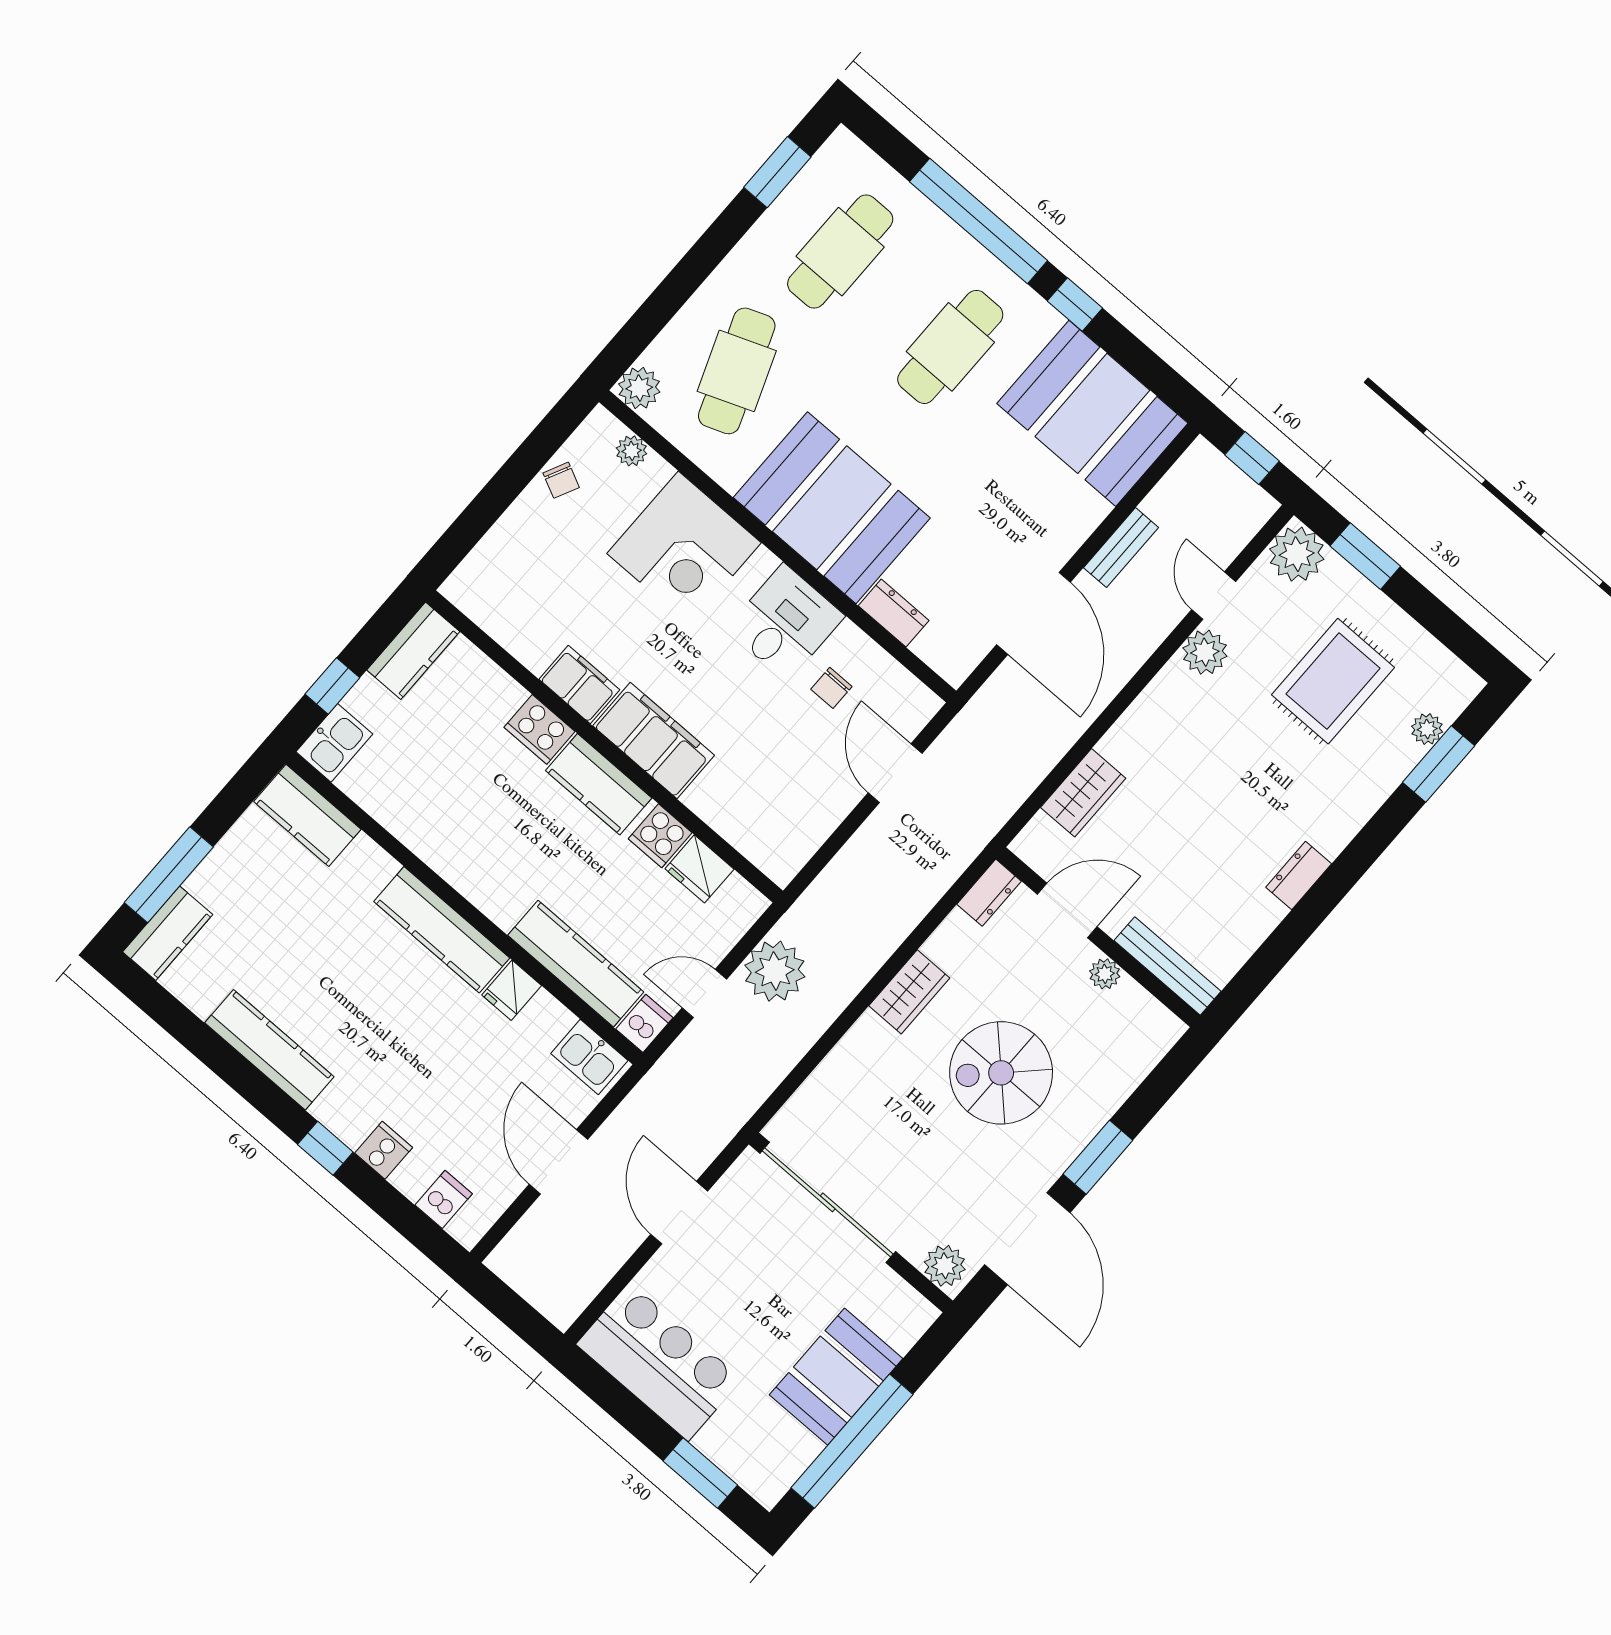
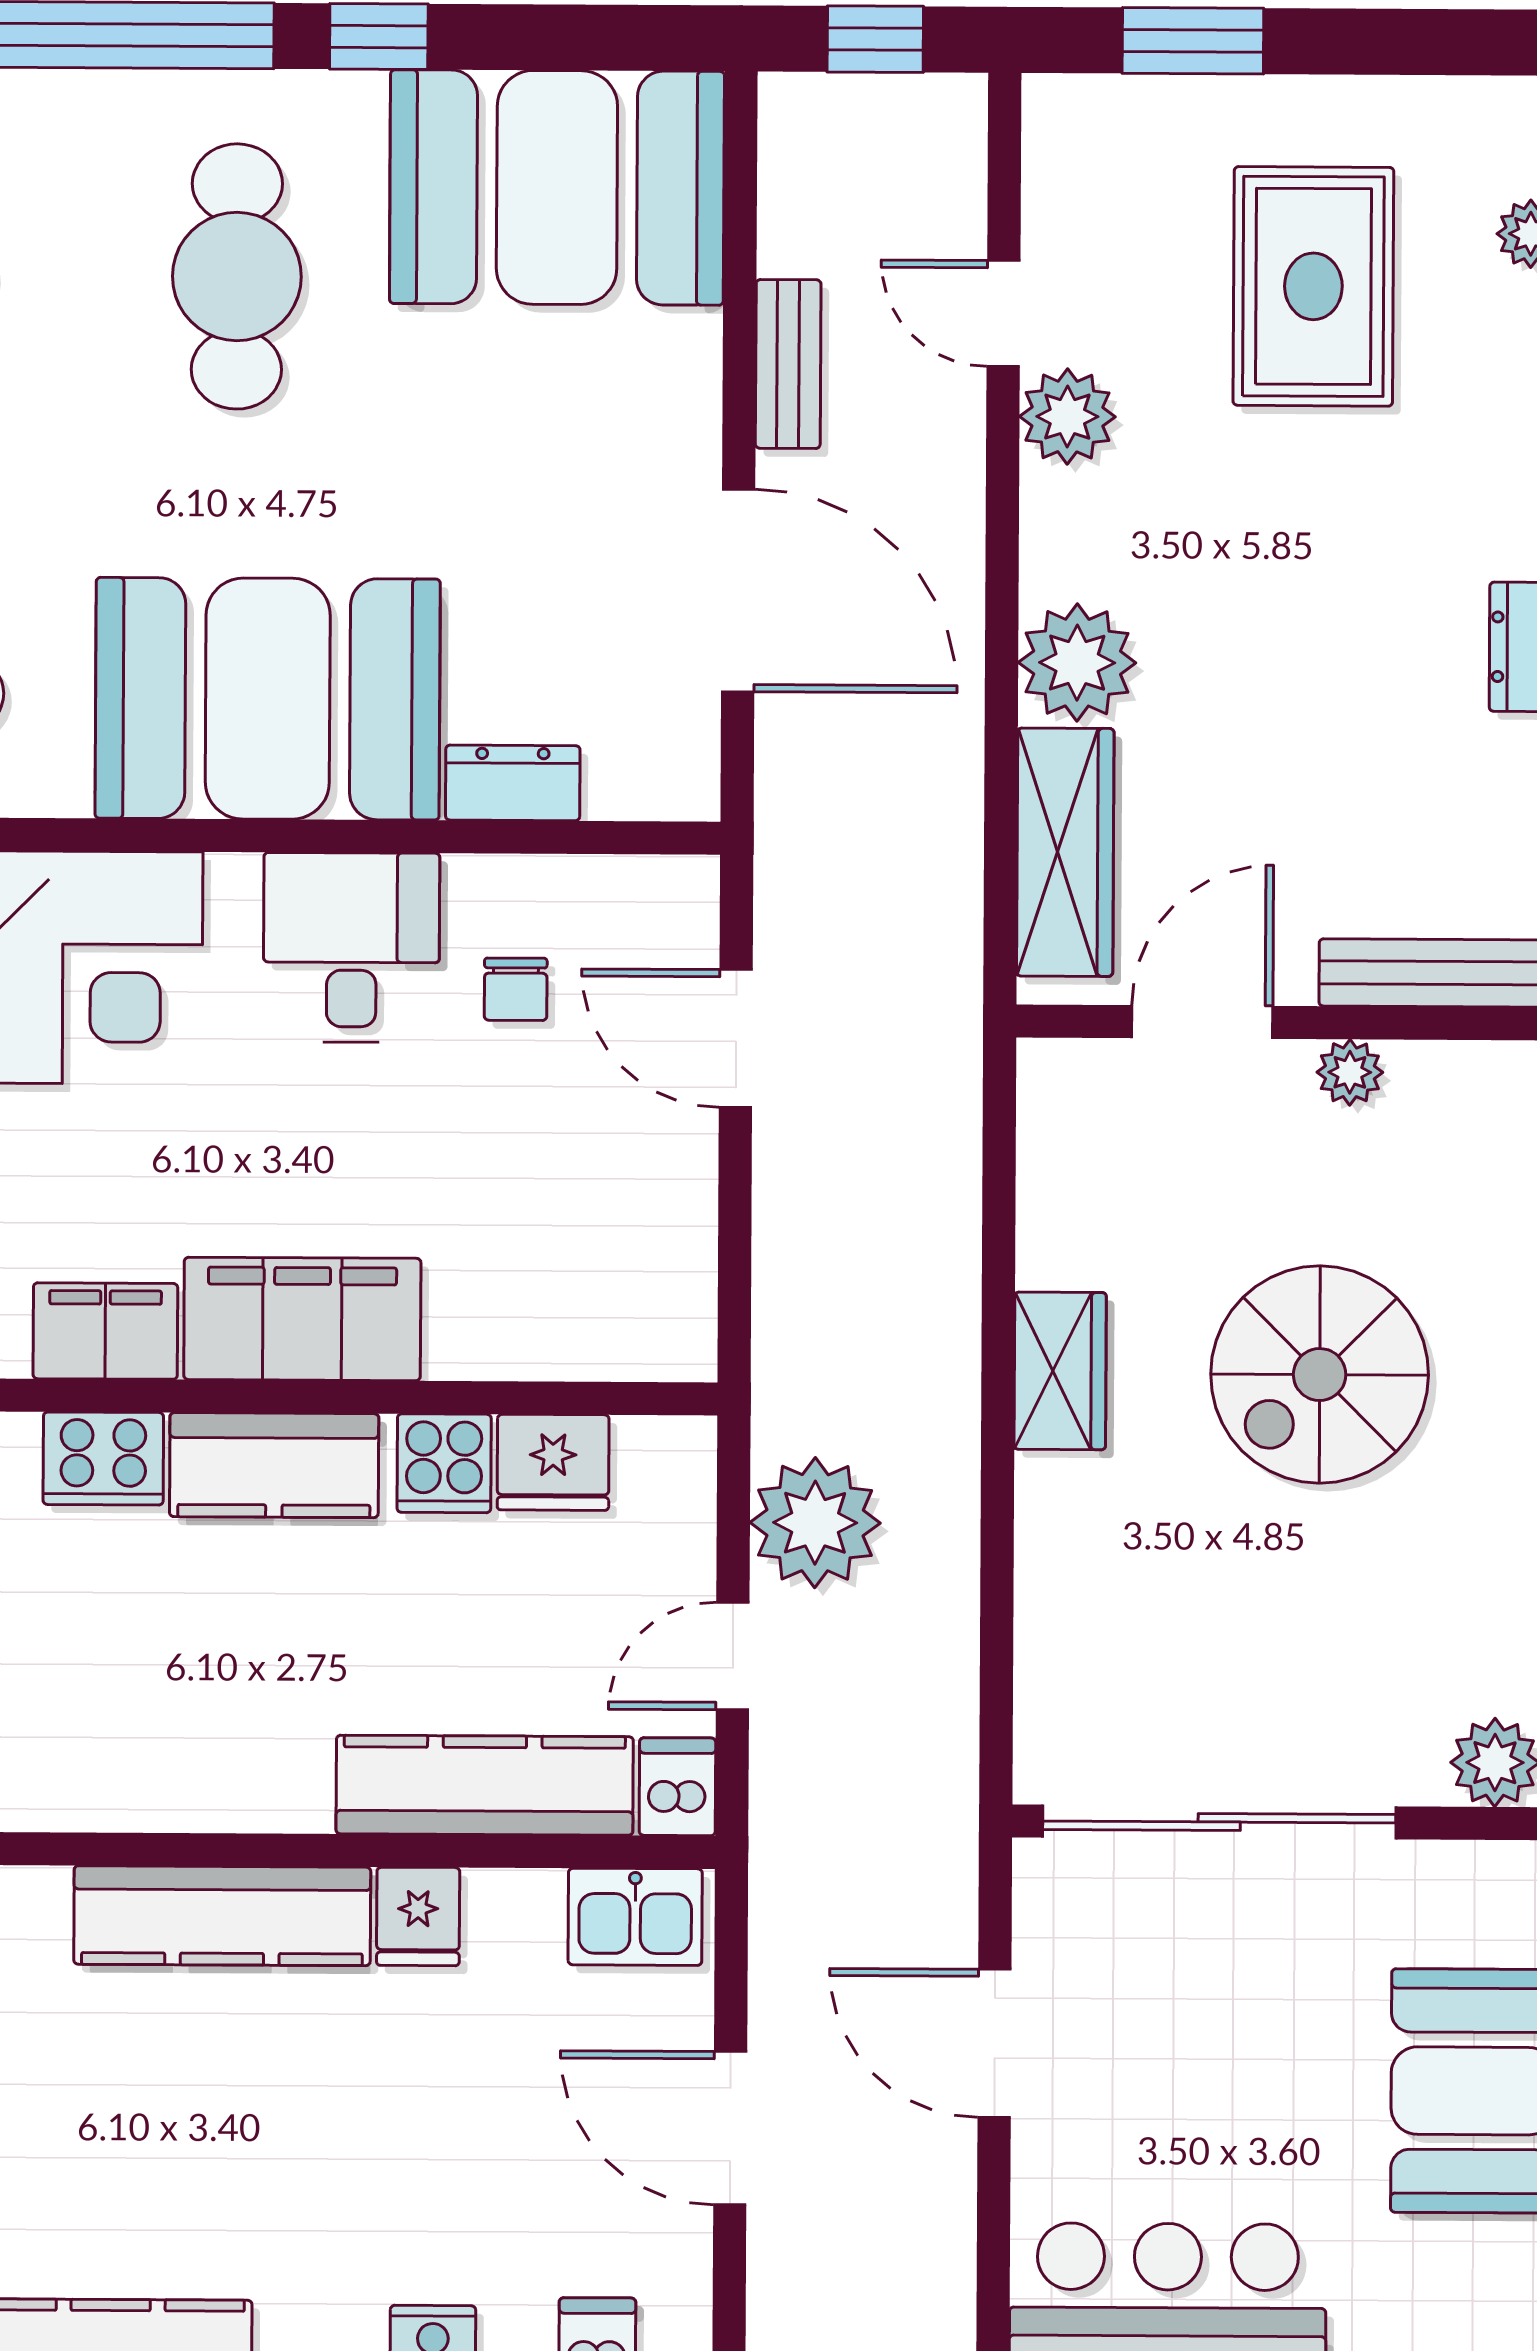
plant: (1297, 554) -> (1077, 663), moved
wardrobe: (1083, 793) -> (1065, 852), width x1.50
dresser: (989, 893) -> (1052, 1101), removed

